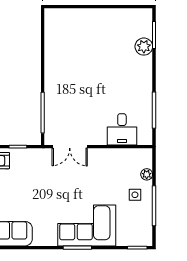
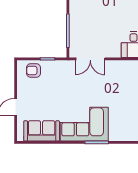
corner sofa: (87, 225) -> (84, 124), moved

